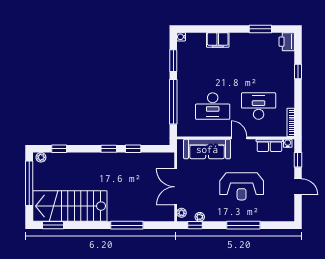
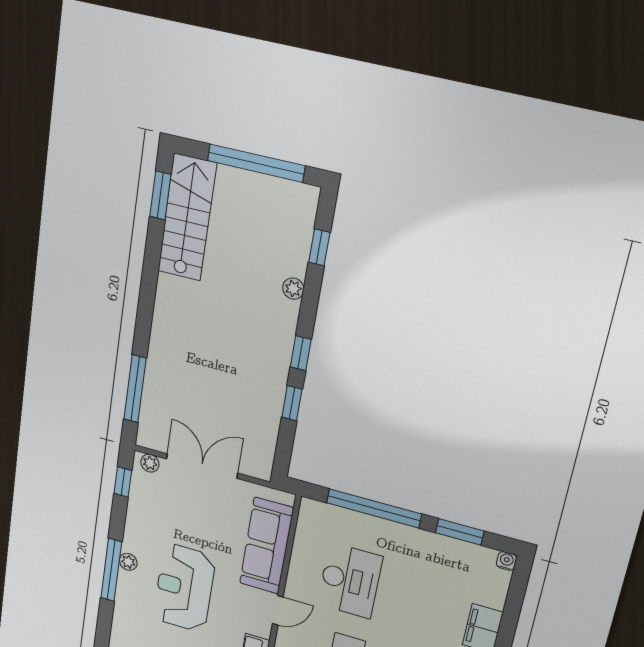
desk: (213, 106) -> (350, 581), turned 180
plant: (41, 157) -> (293, 289), moved
stairs: (70, 206) -> (187, 218), width x0.73, depth x0.66
plant: (200, 217) -> (128, 562), moved
window: (127, 225) -> (135, 389), moved

